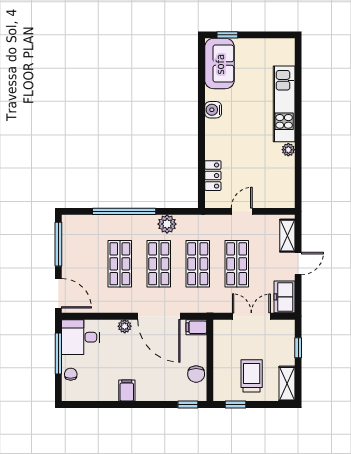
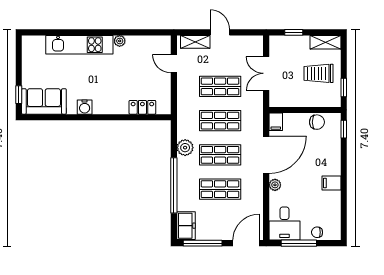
door: (242, 211) -> (174, 64), moved
freezer: (284, 297) -> (186, 226), moved, turned -90

